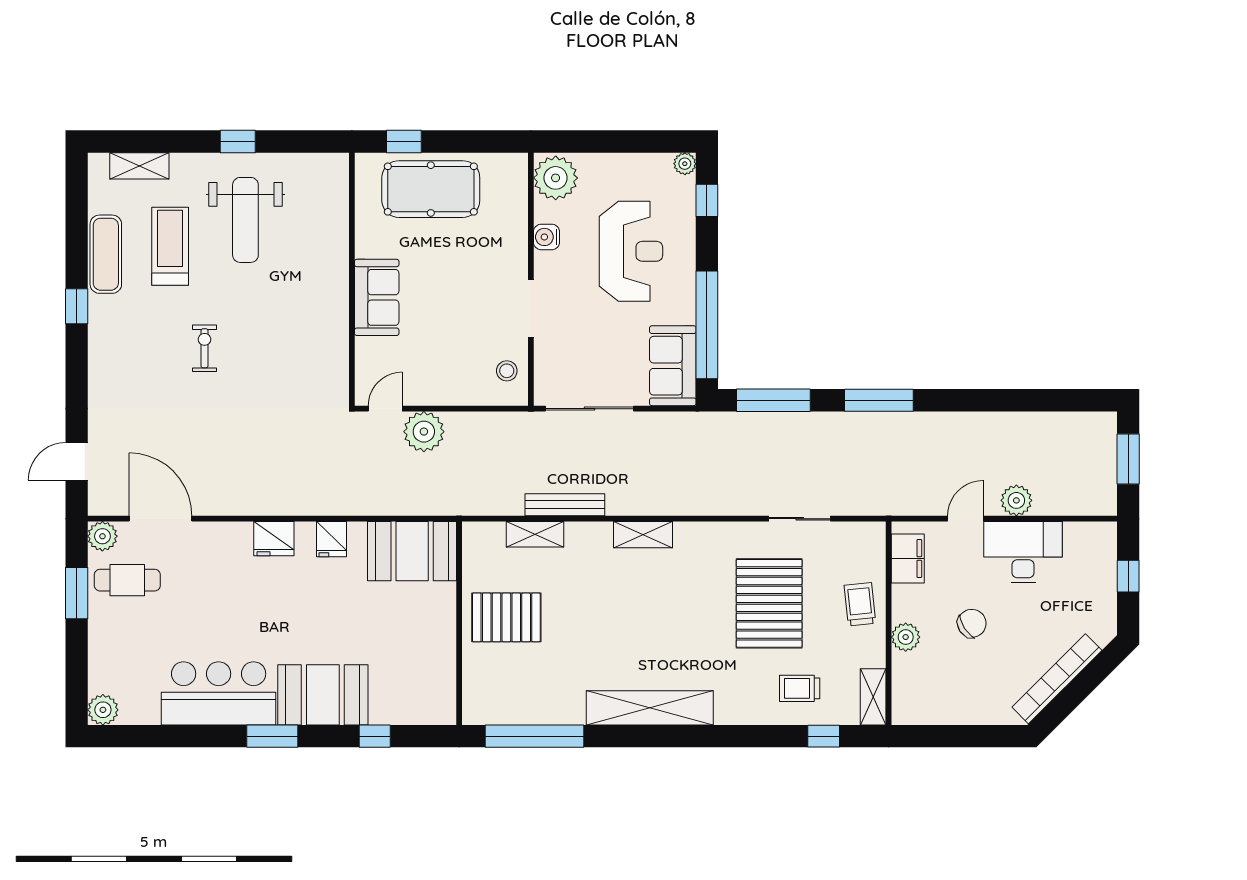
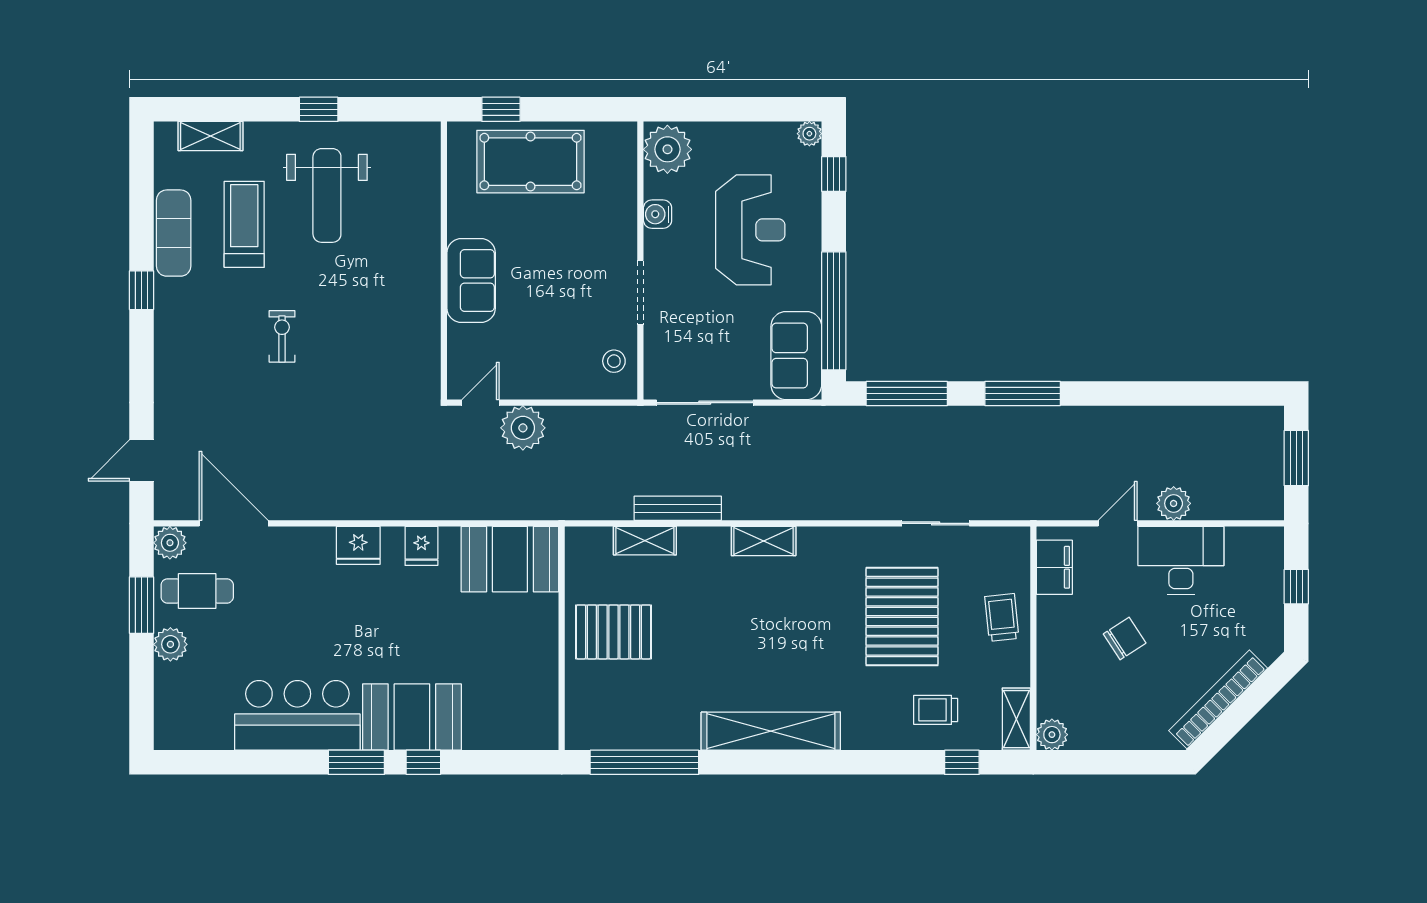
plant: (906, 637) -> (1052, 735), moved
plant: (103, 710) -> (170, 644), moved
window: (375, 736) -> (423, 762), moved

